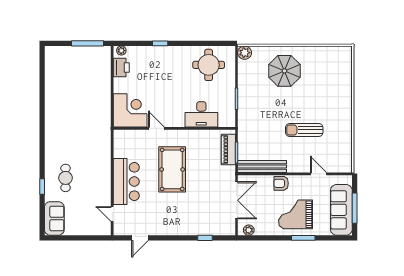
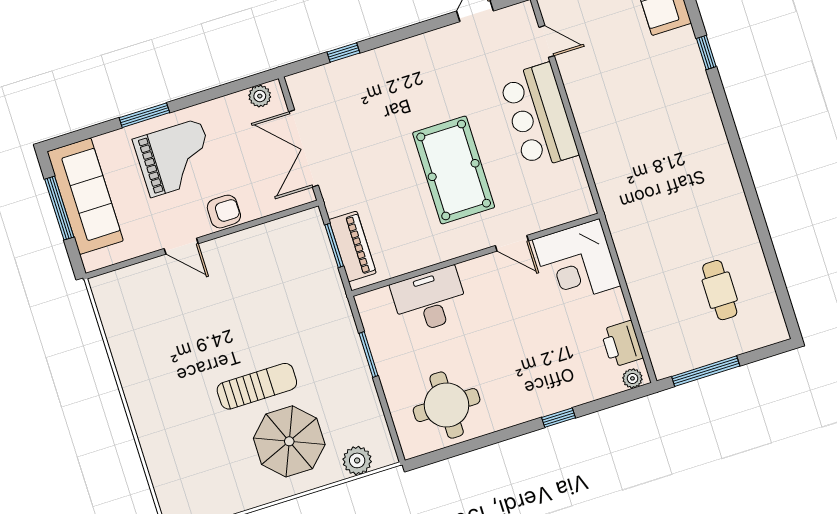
plant: (245, 53) -> (357, 460), moved
sun lounger: (304, 130) -> (257, 386), moved
bench: (262, 167) -> (273, 233), removed
door: (319, 174) -> (181, 246), moved
cafe table: (66, 178) -> (720, 290), moved

